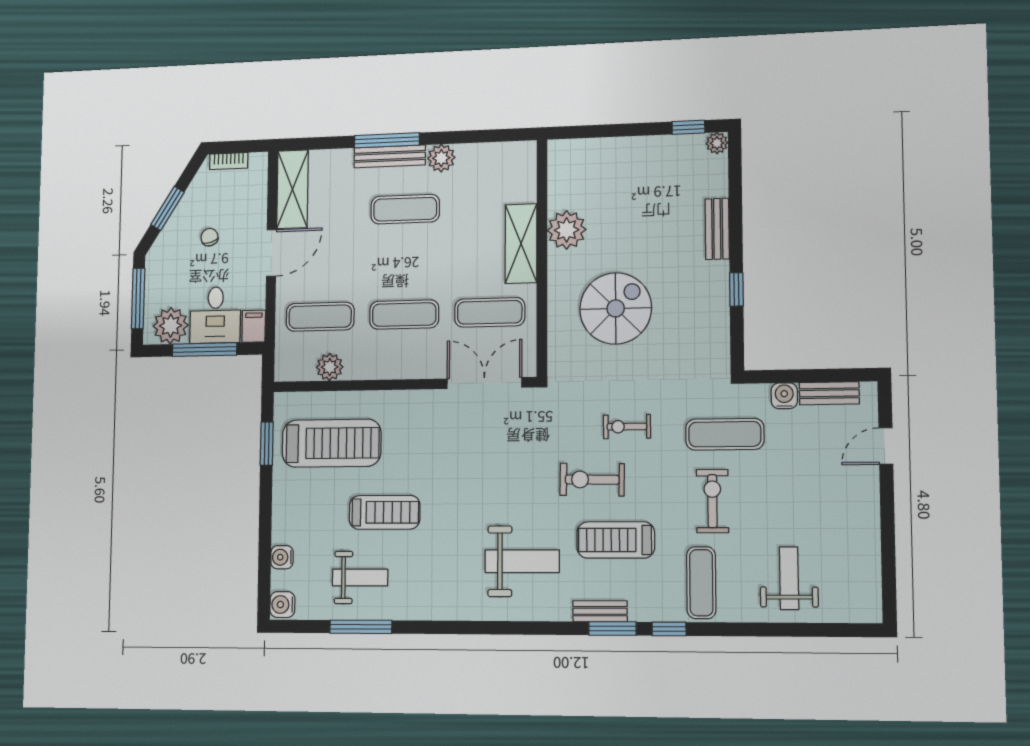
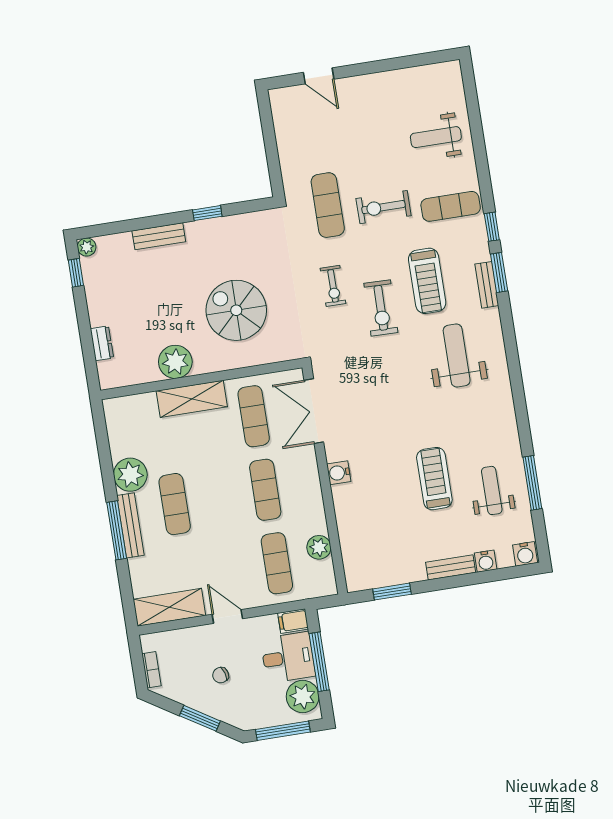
dresser: (601, 148) -> (102, 343), added
plant: (441, 158) -> (130, 475), width x1.36, depth x1.36
door: (271, 253) -> (227, 616), width x0.73
bench: (829, 393) -> (451, 567), moved, turned 90
water cooler: (784, 396) -> (339, 473), moved
treadmill: (332, 443) -> (383, 534), removed

